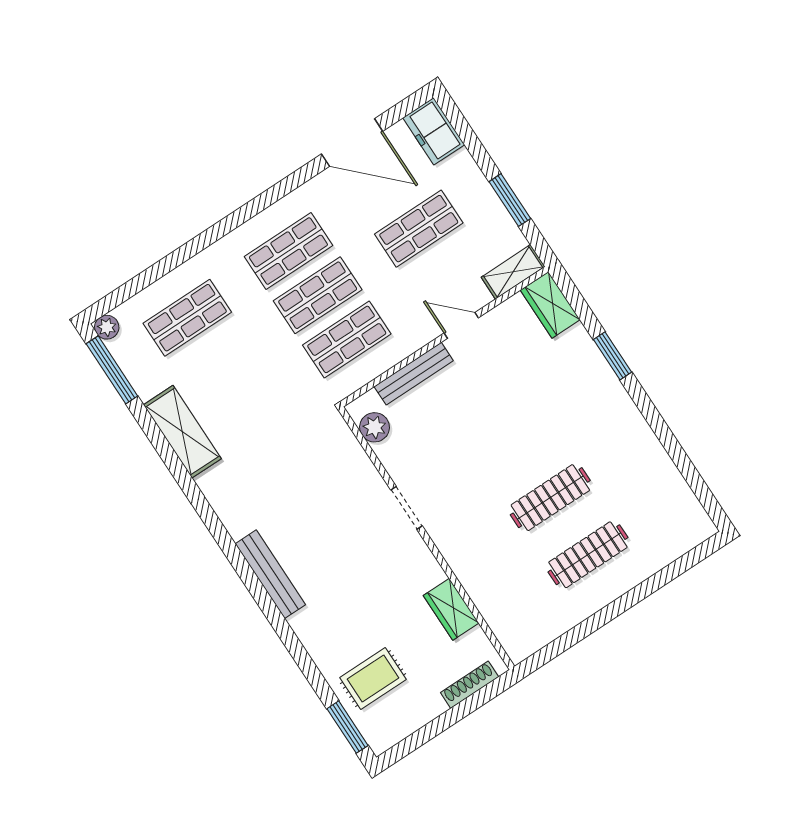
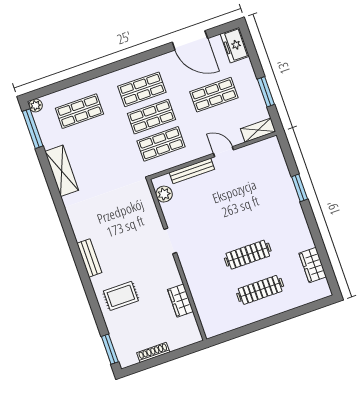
wardrobe: (550, 305) -> (313, 265), moved
bench: (270, 574) -> (89, 258), width x0.73
rug: (373, 679) -> (121, 296), moved
shoe rack: (470, 685) -> (153, 352), moved

